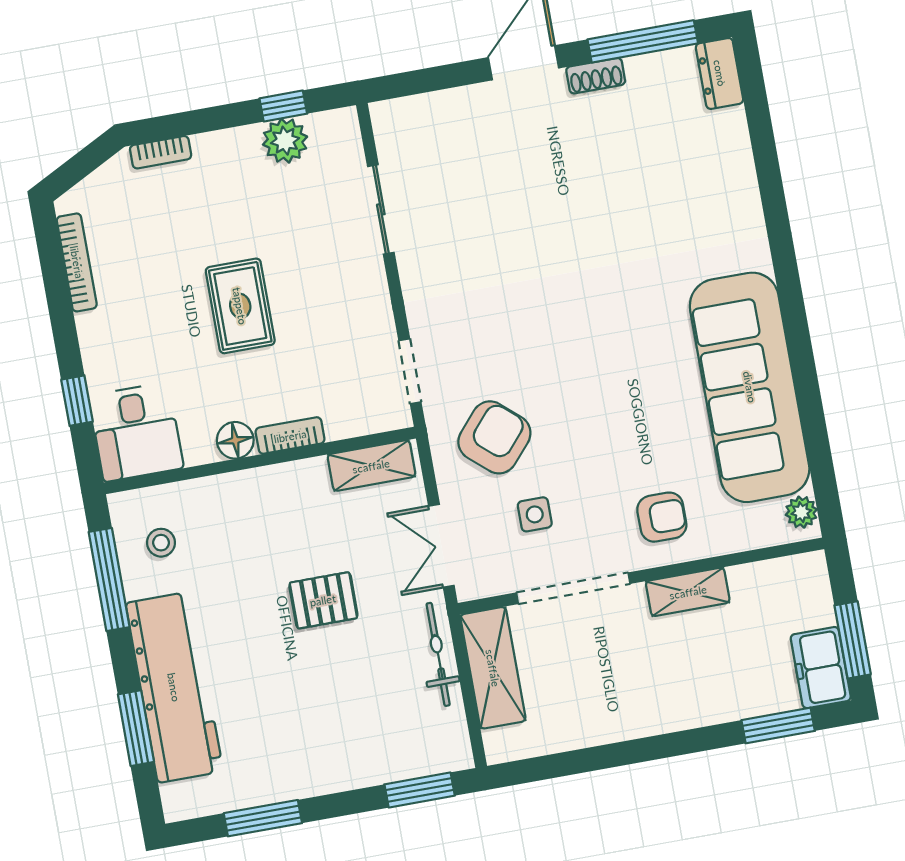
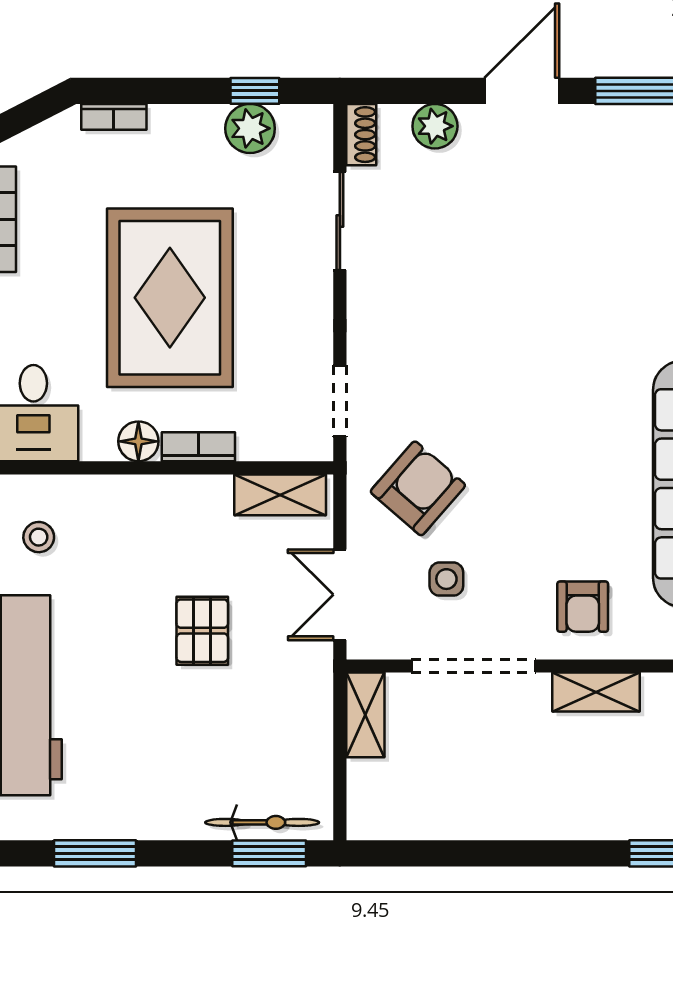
shoe rack: (596, 76) -> (361, 135), moved, turned -90
plant: (451, 109) -> (435, 126), added
rug: (240, 306) -> (170, 298), width x1.86, depth x2.06
armchair: (662, 517) -> (583, 607), turned 90
pallet: (323, 600) -> (202, 631), turned 90
bicycle: (438, 654) -> (262, 822), moved, turned 90
shelving: (493, 668) -> (365, 715), width x0.67, depth x0.75

